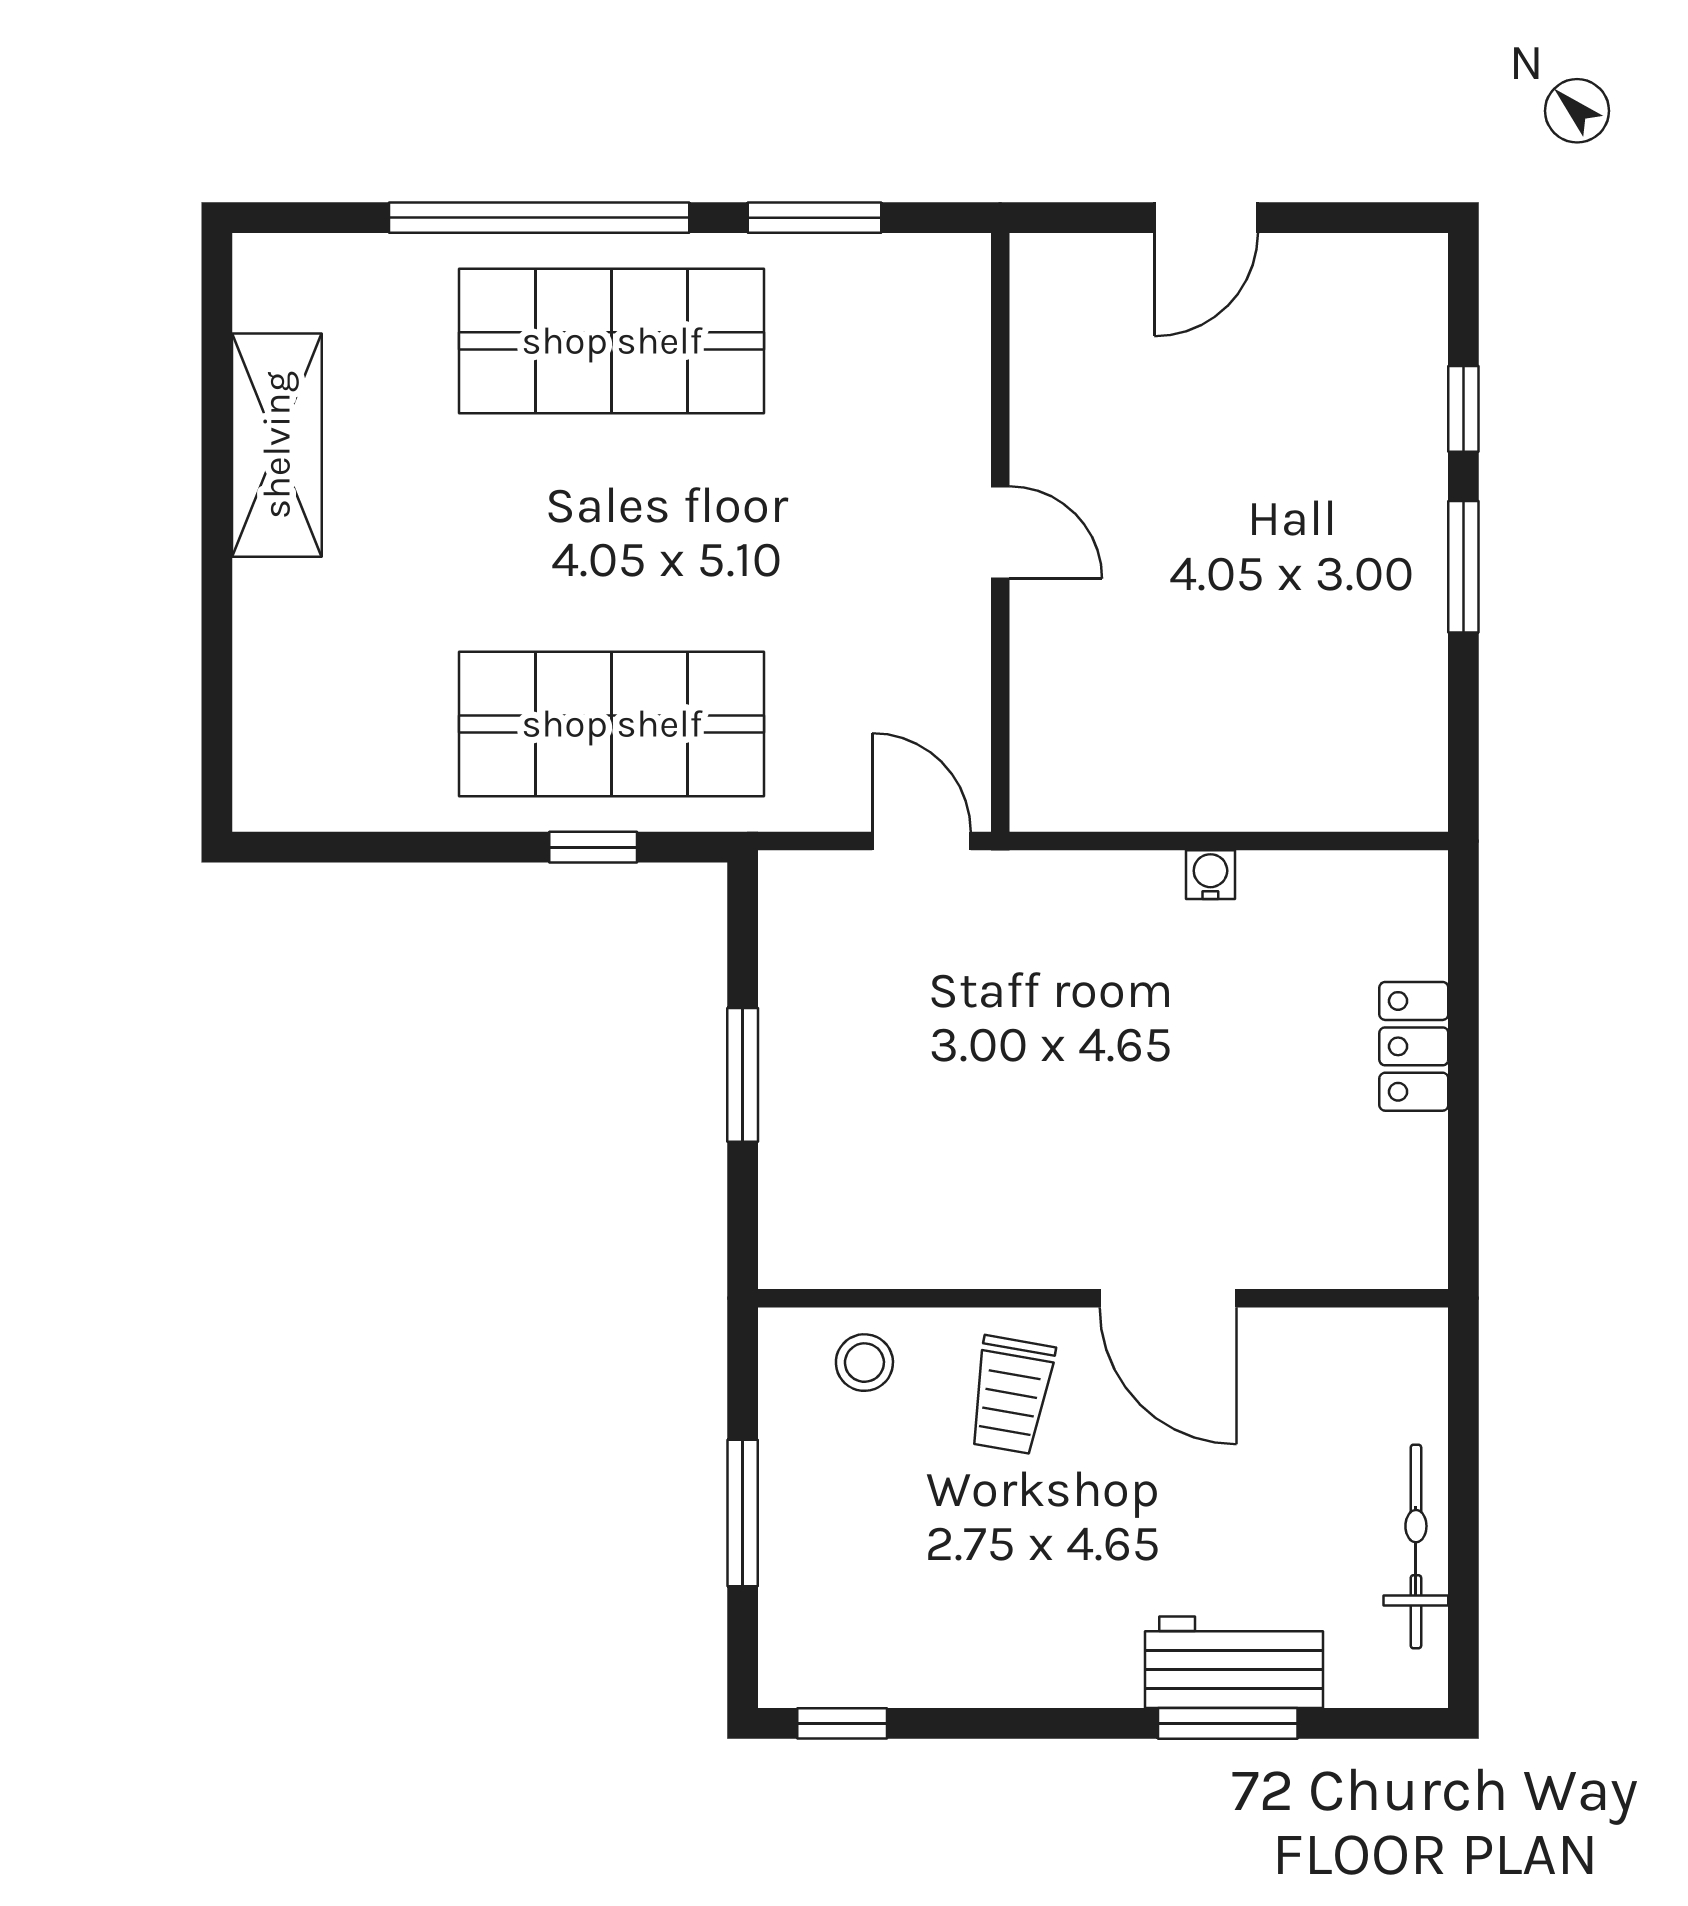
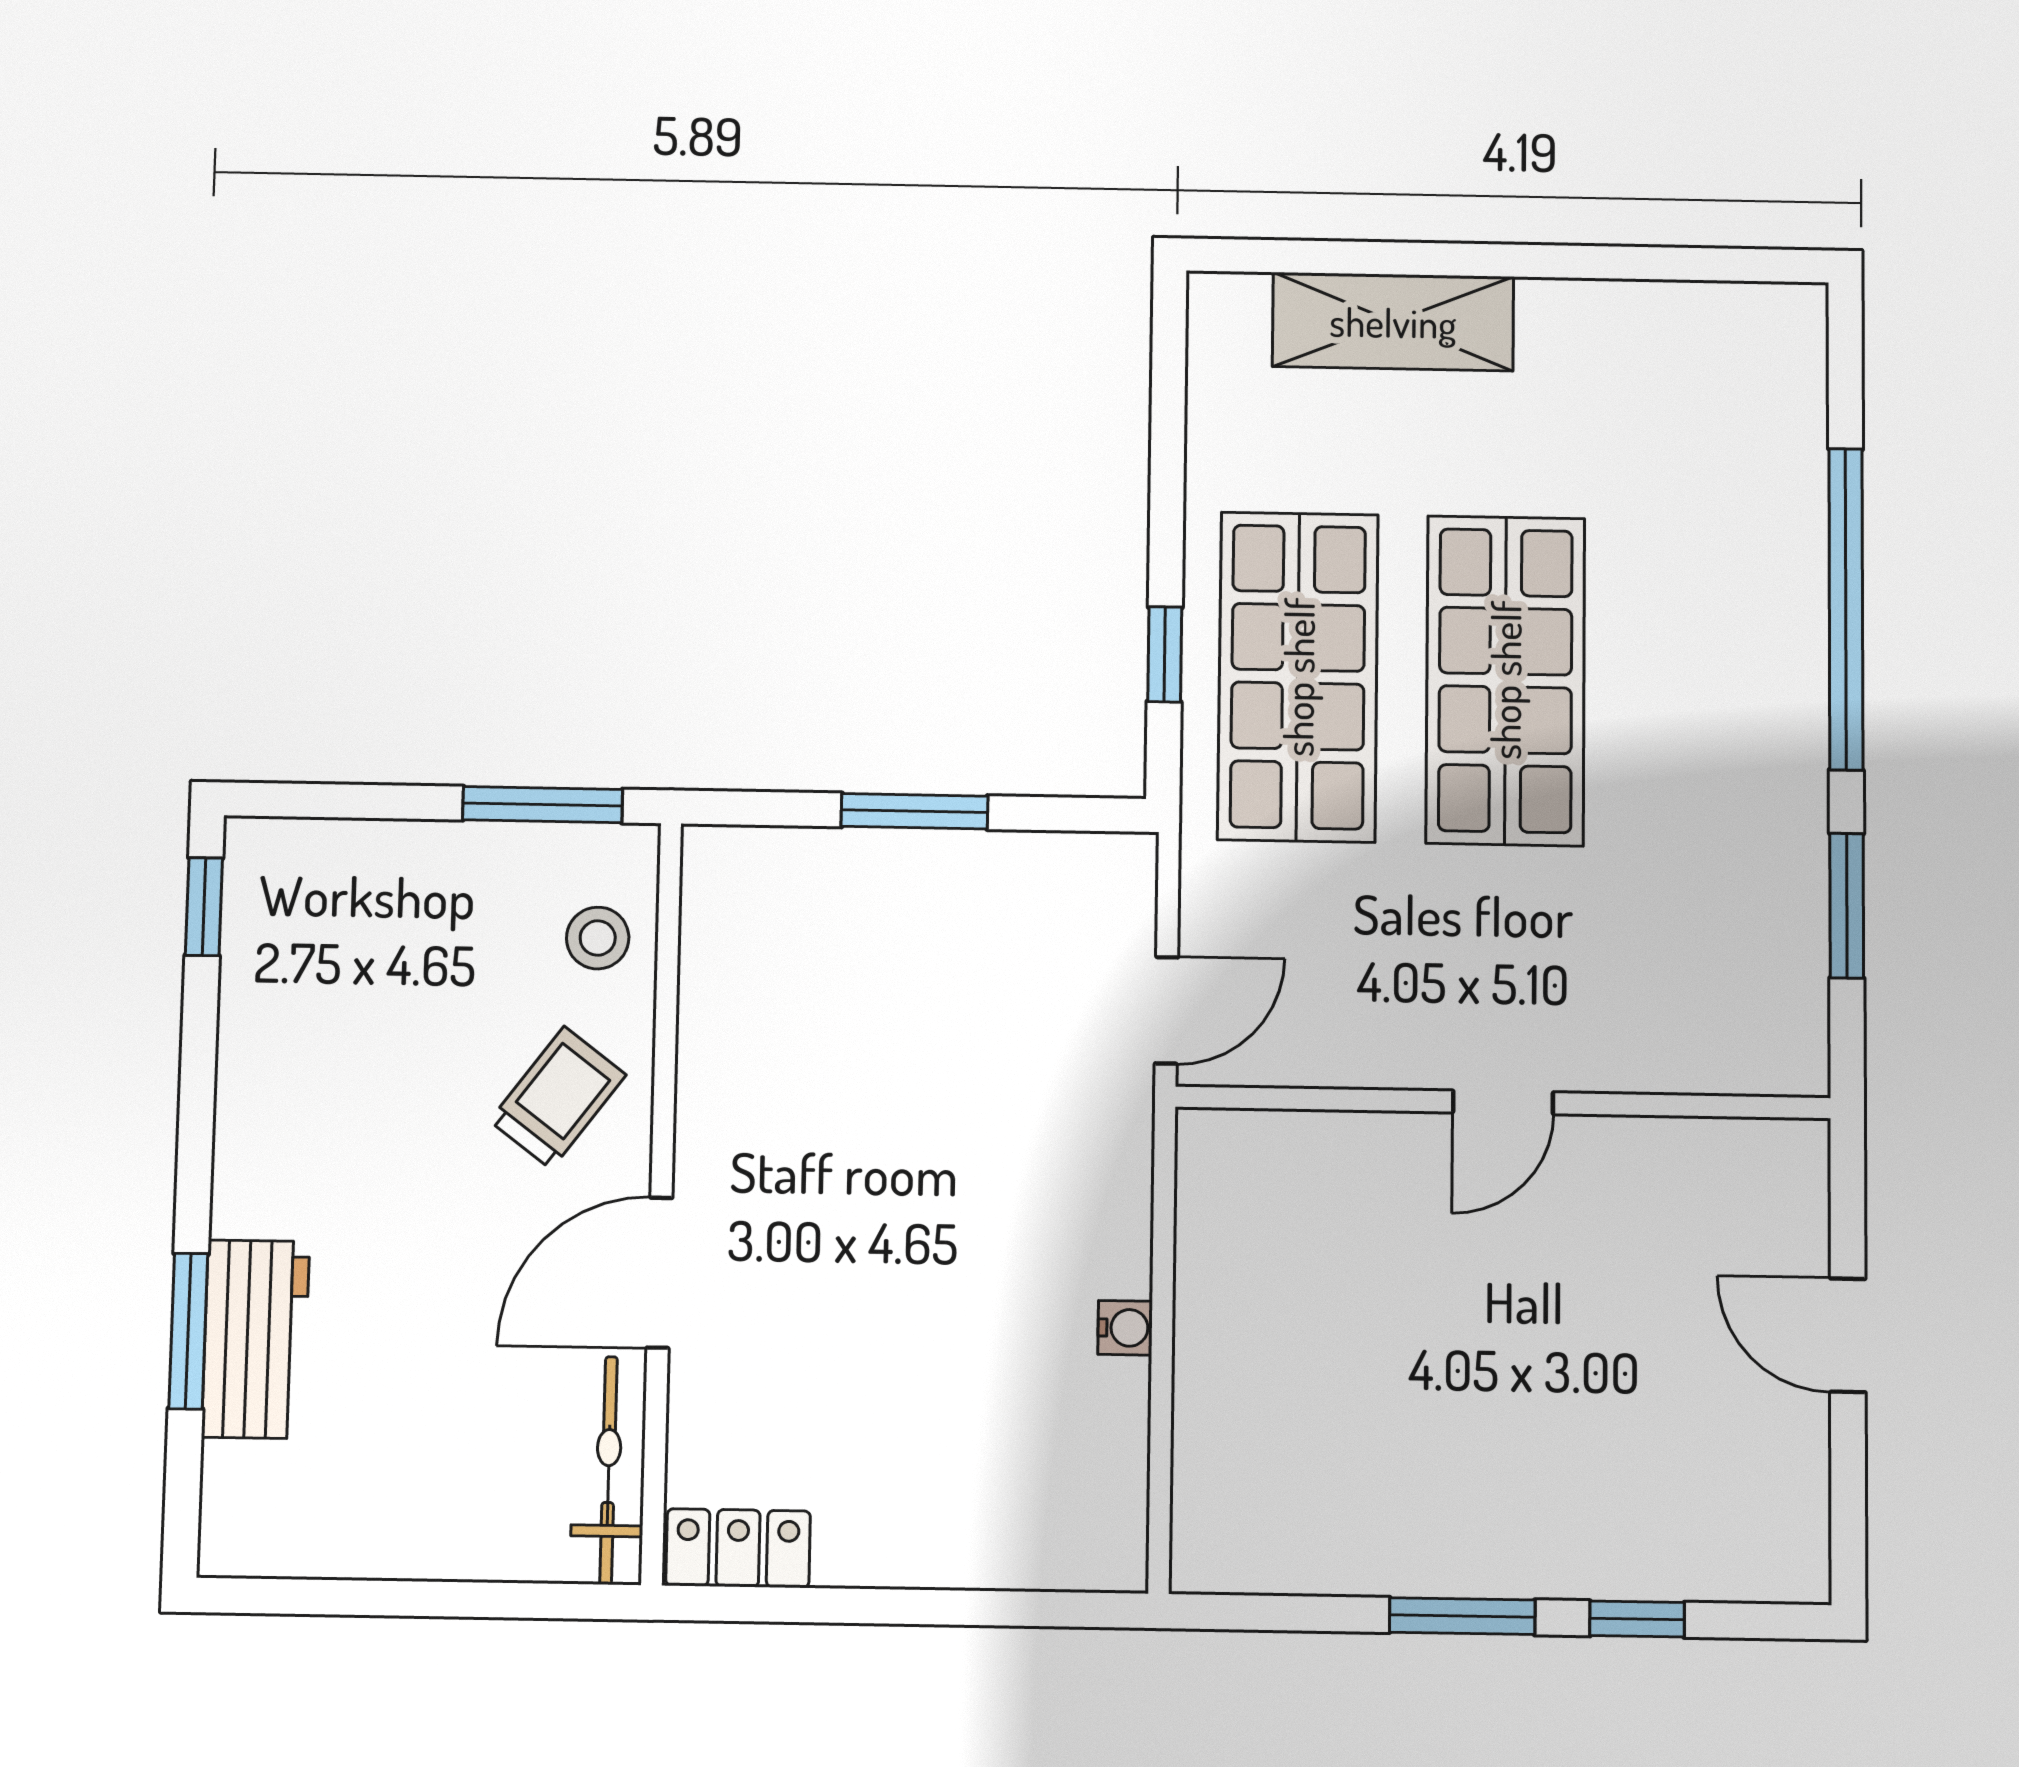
shop shelf: (612, 341) -> (1505, 680), moved
shelving: (277, 445) -> (1393, 322), moved
locker: (1414, 1046) -> (738, 1548), moved
trolley: (1011, 1395) -> (558, 1098), turned 117
window: (743, 1513) -> (543, 805), moved
bicycle: (1416, 1547) -> (608, 1470), moved, turned -90

